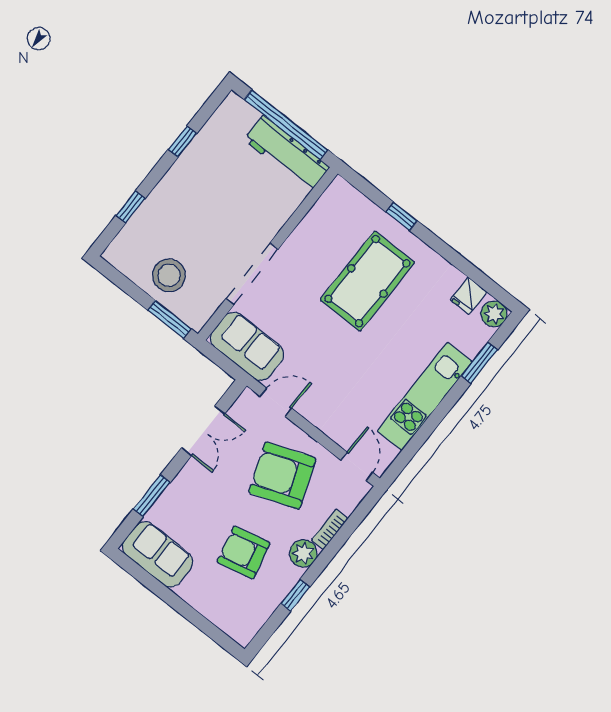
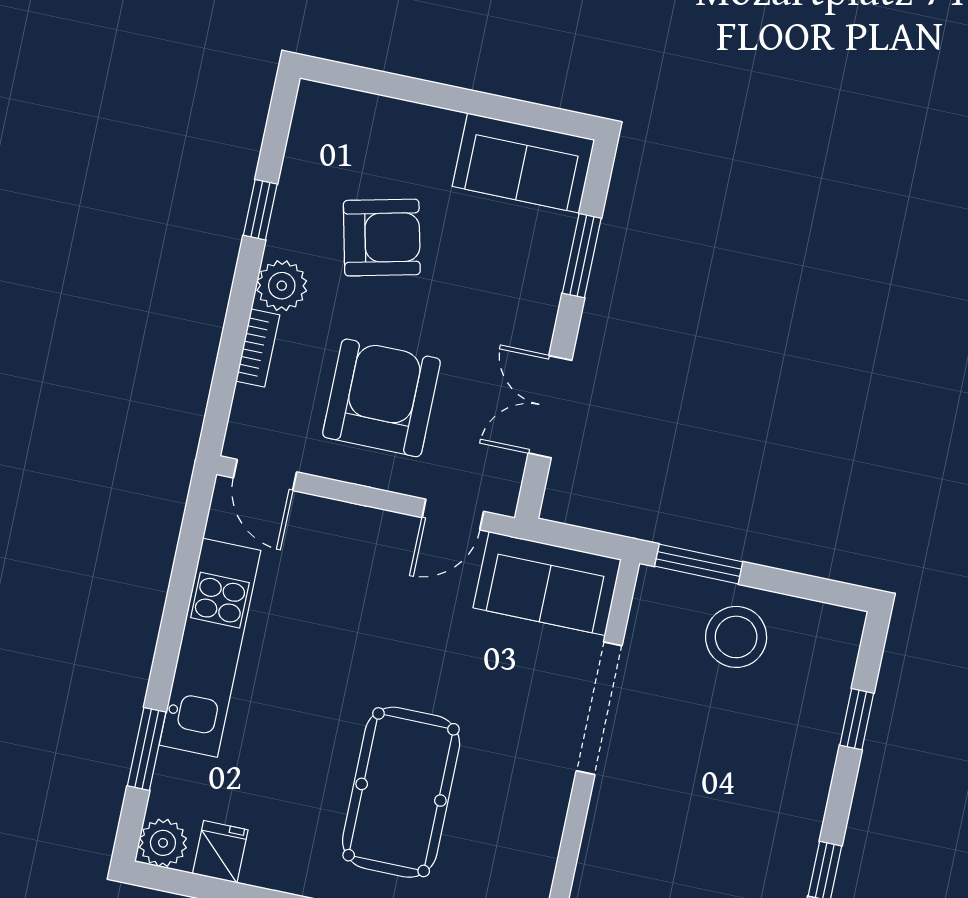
armchair: (282, 475) -> (381, 398), turned -70

